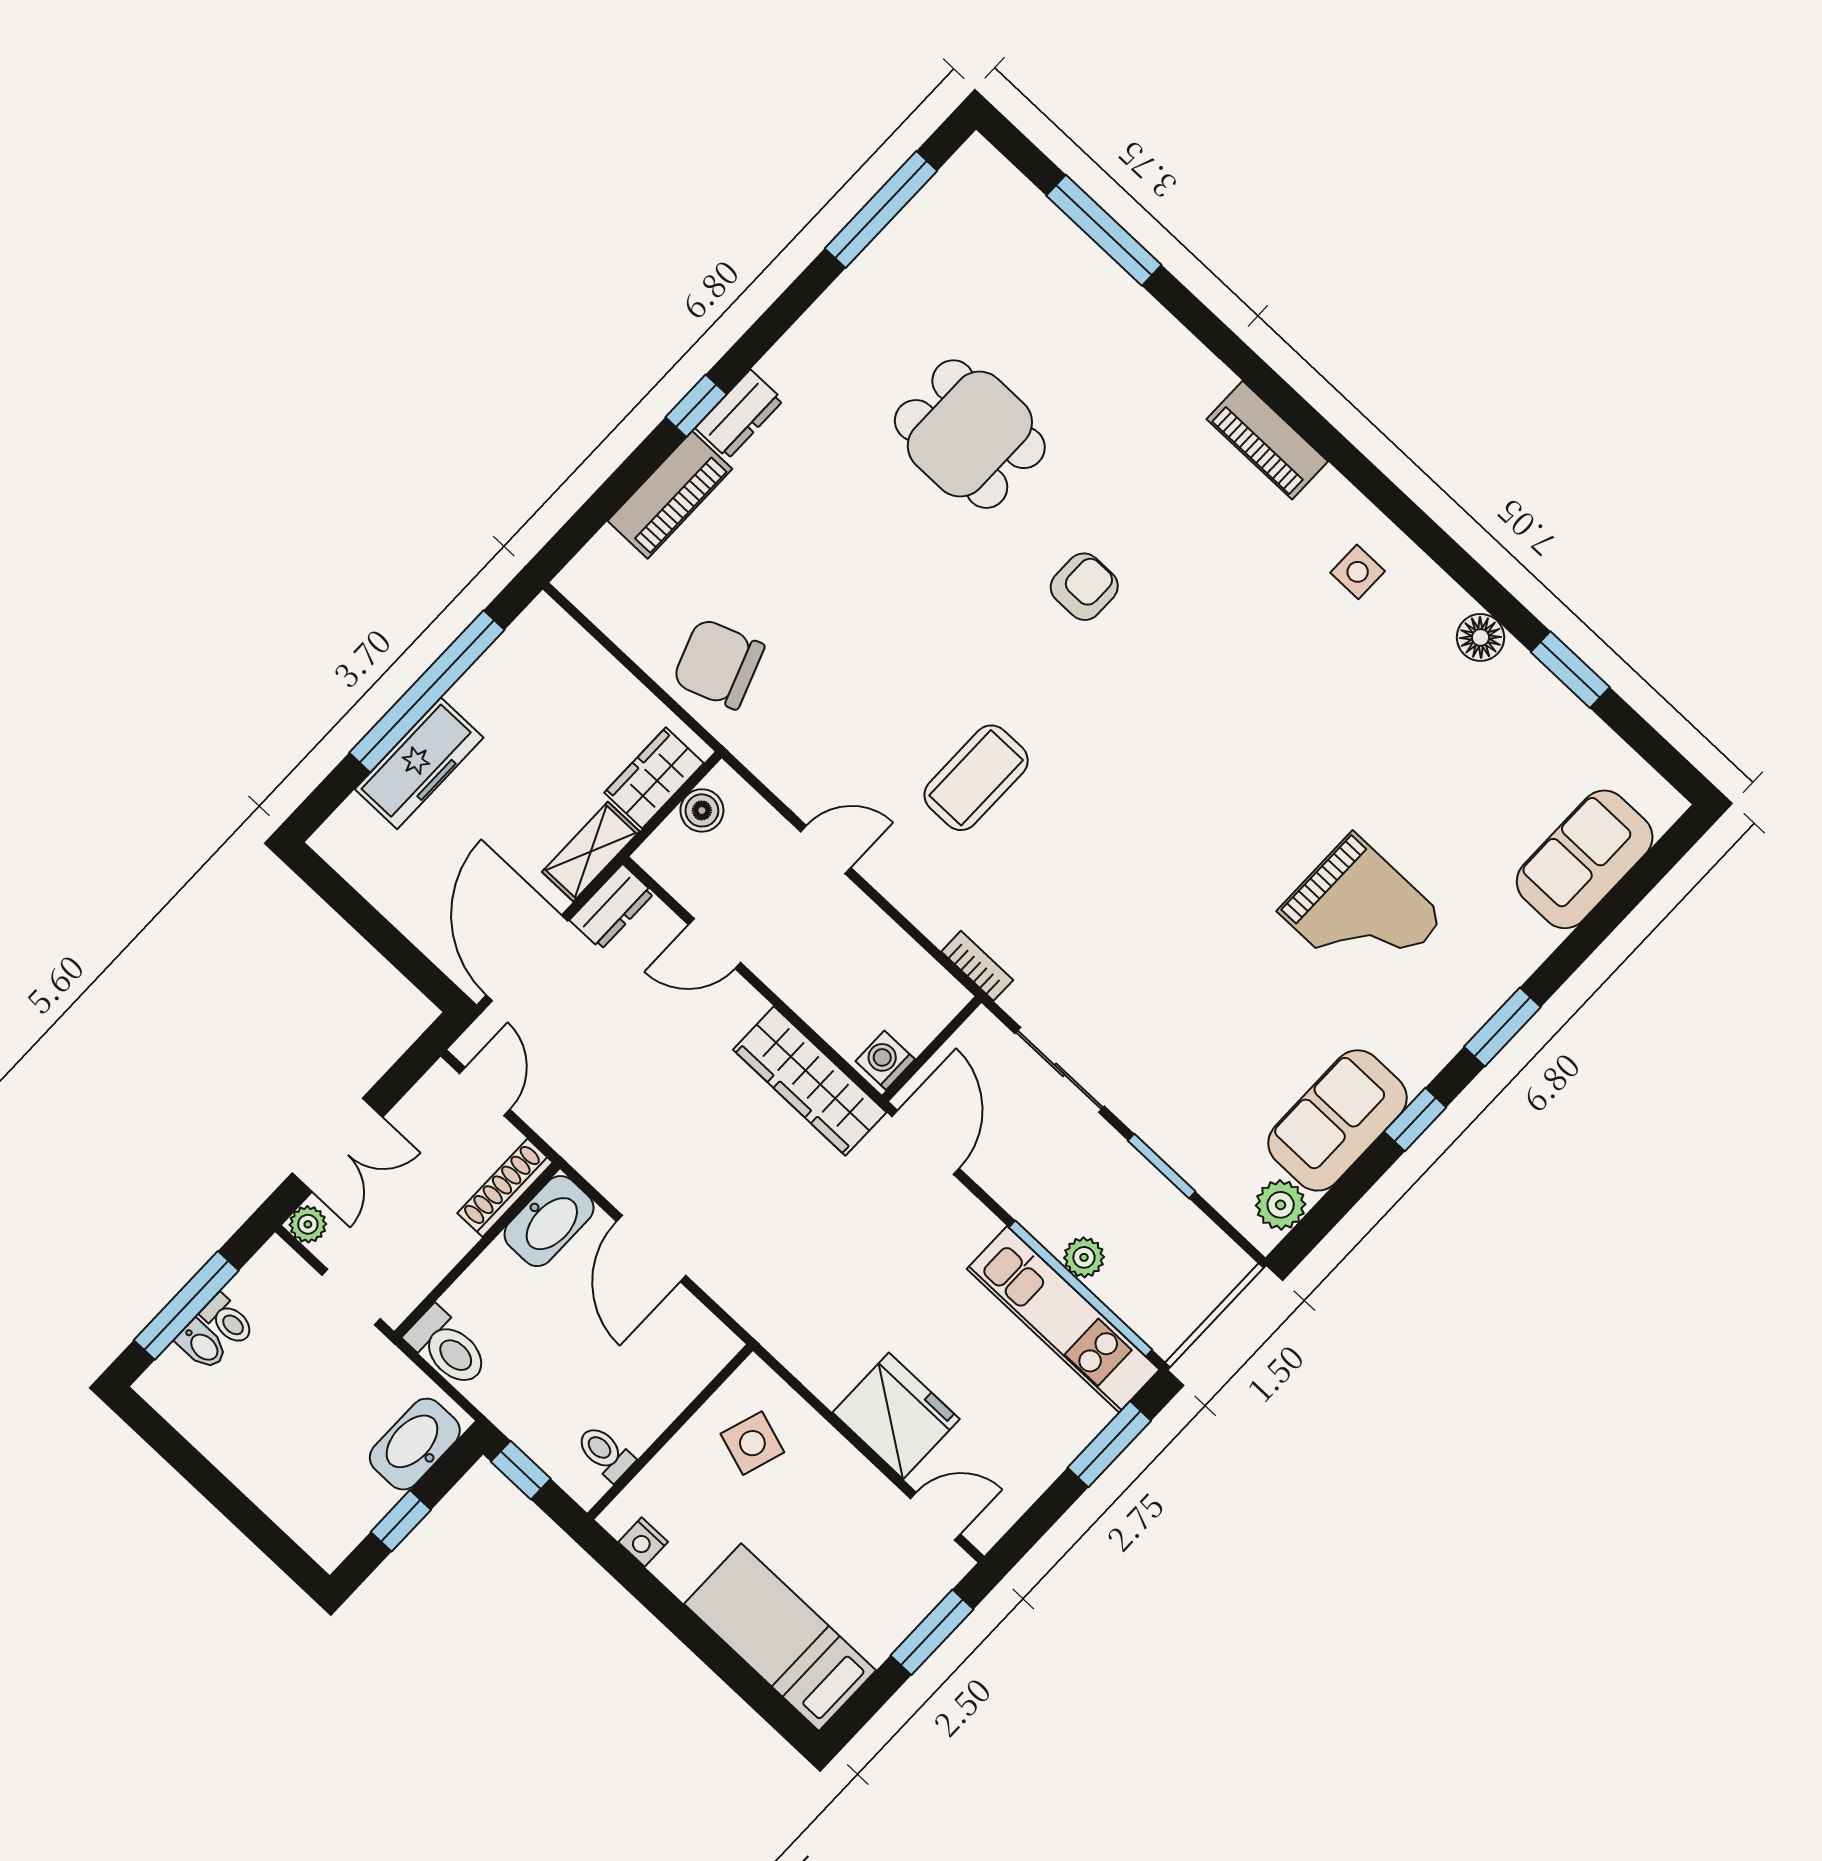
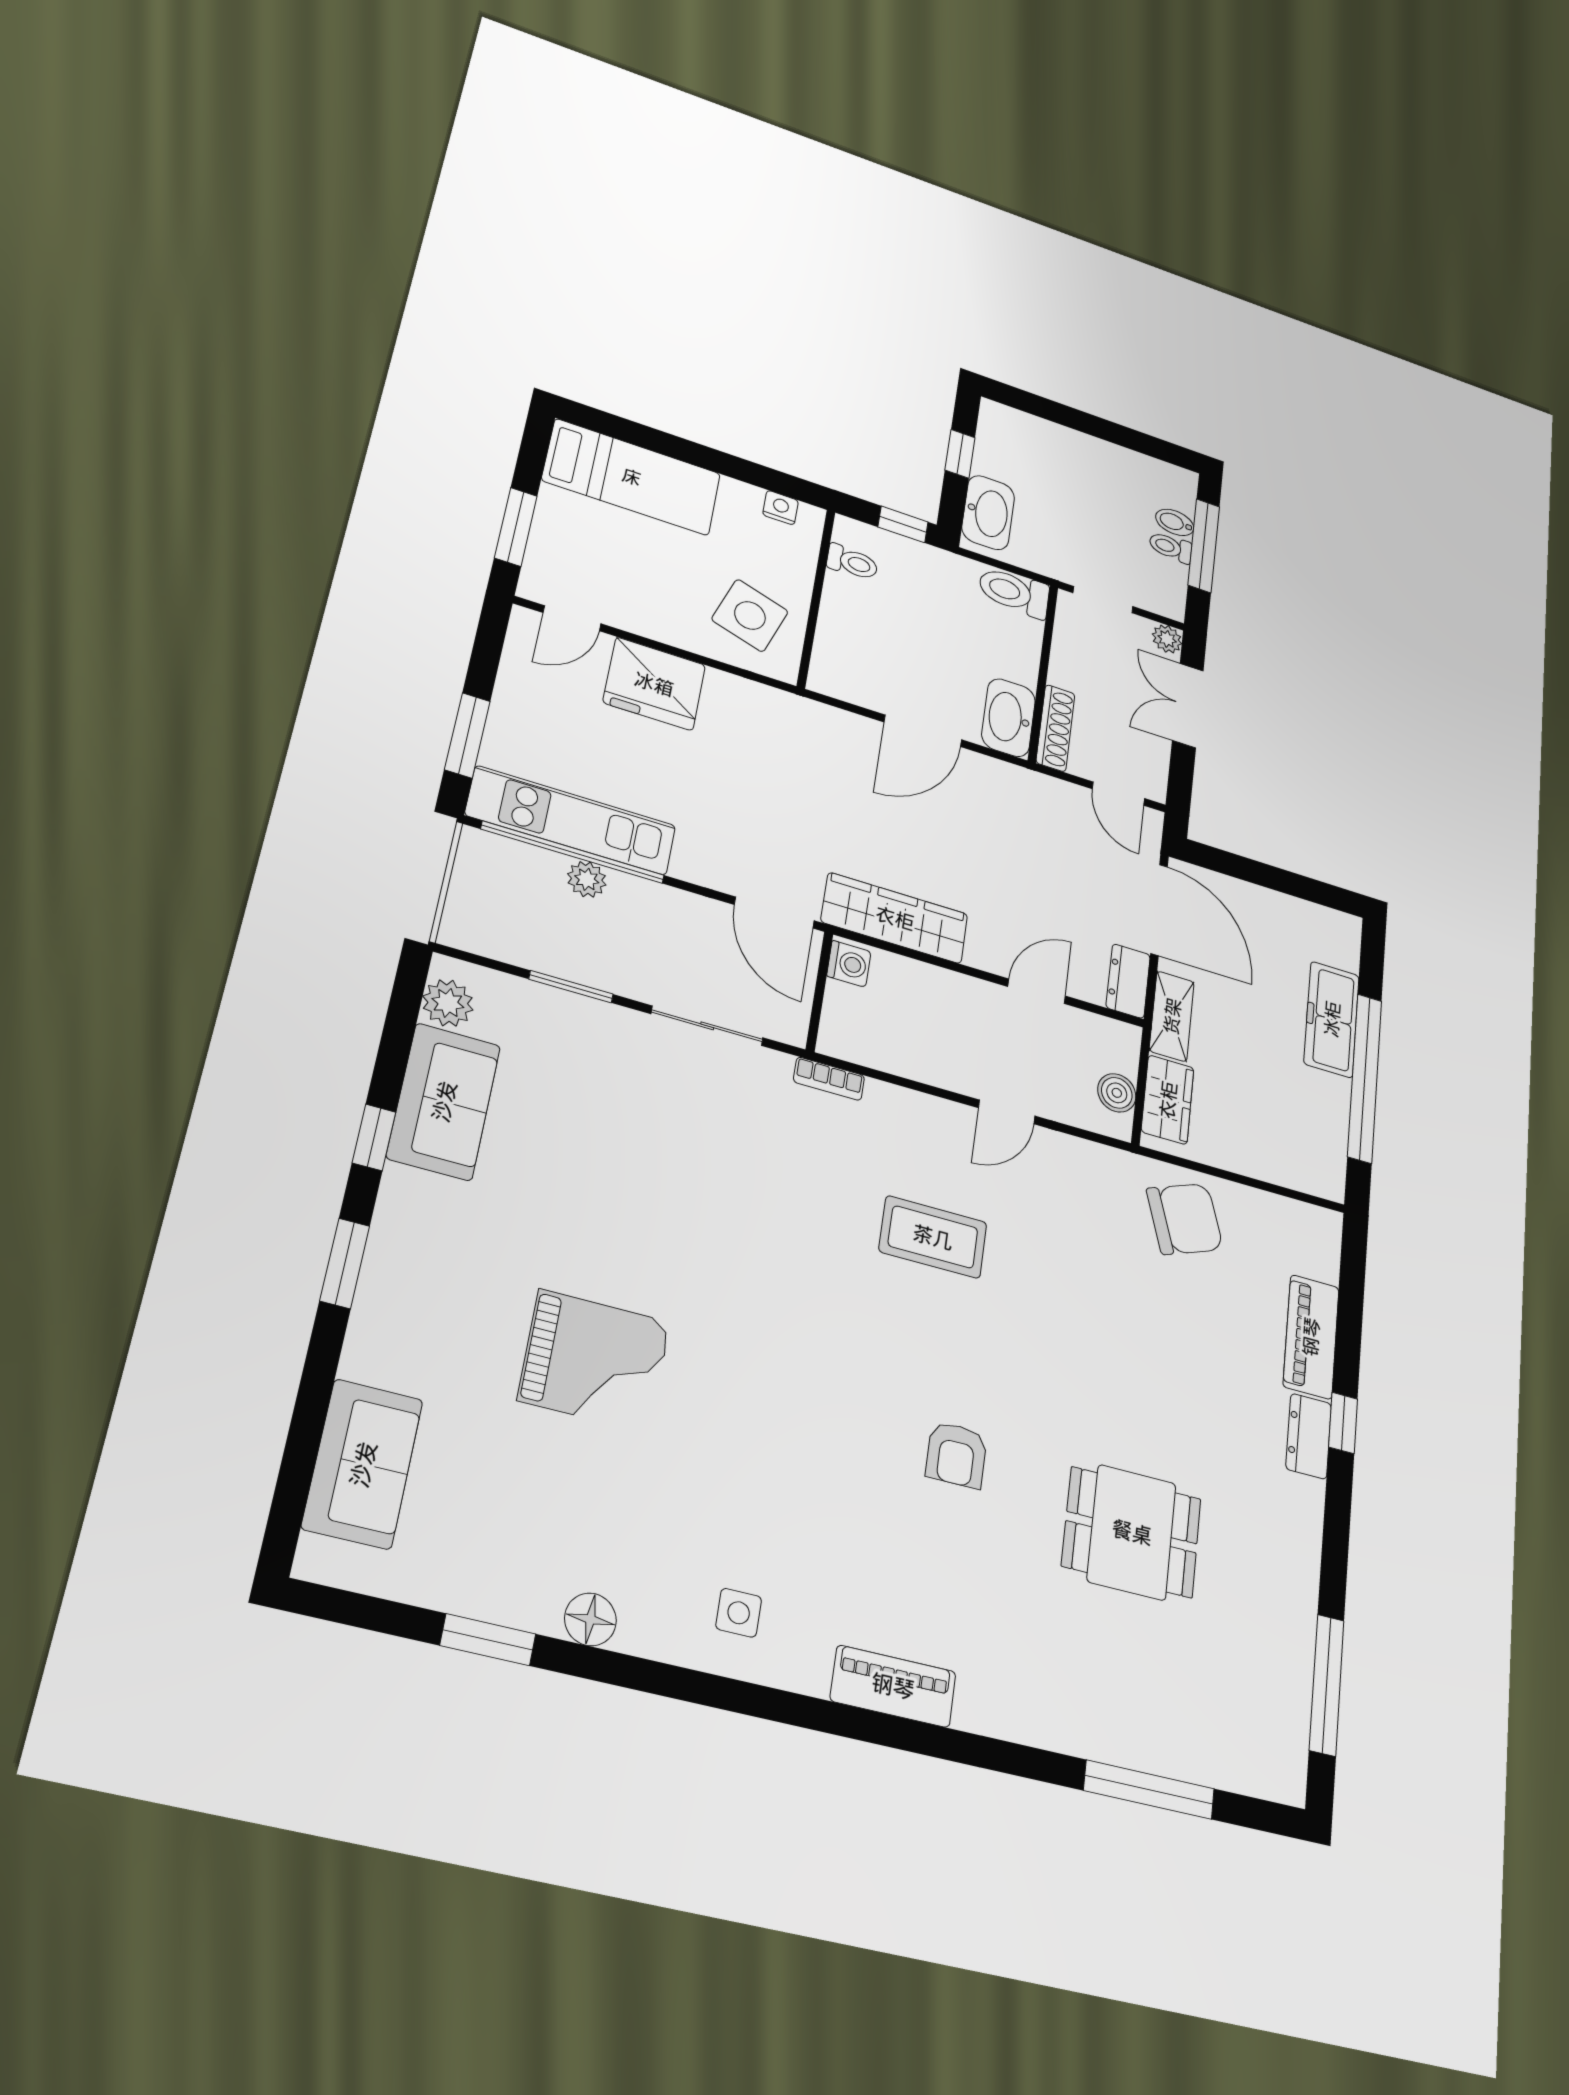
coffee table: (976, 778) -> (933, 1237), turned 90
grand piano: (1361, 915) -> (594, 1361), moved, turned 180
door: (651, 1248) -> (923, 731), swing flipped
side table: (752, 1443) -> (750, 615), width x1.37, depth x1.37

